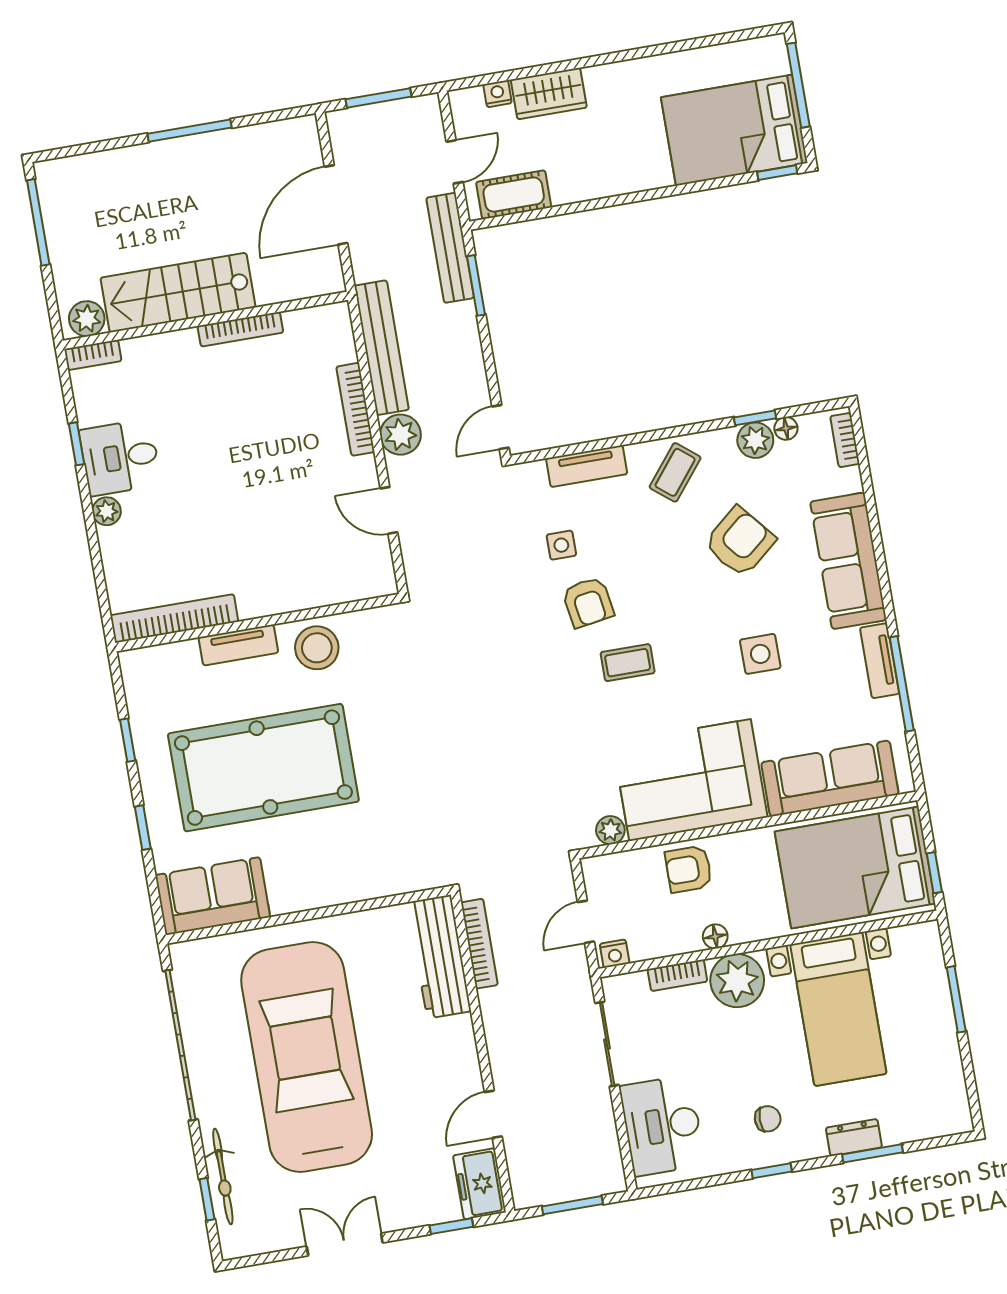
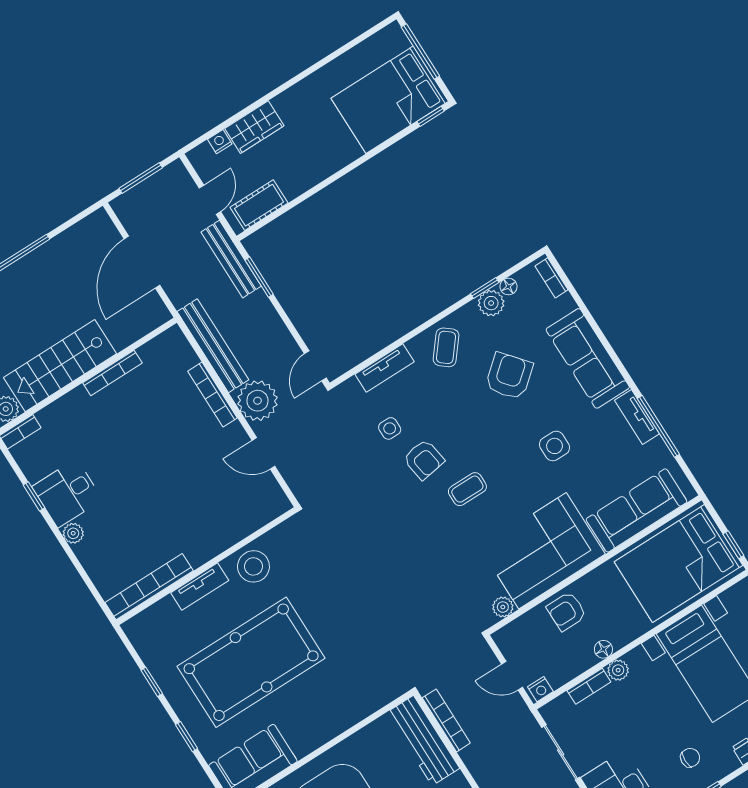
plant: (401, 435) -> (257, 401), width x1.36, depth x1.36
door: (586, 922) -> (512, 676), hinge flipped
plant: (737, 981) -> (618, 670), width x0.53, depth x0.53

